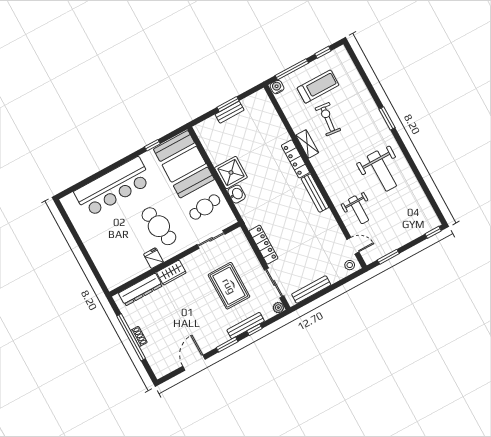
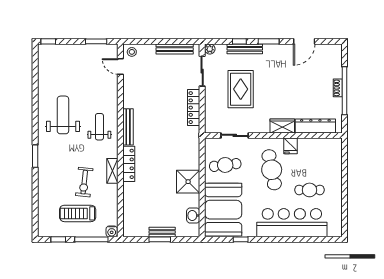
washbasin: (237, 194) -> (193, 215), moved
weight bench: (358, 210) -> (99, 127), moved
cafe table: (113, 227) -> (309, 190), added

